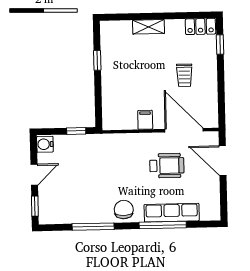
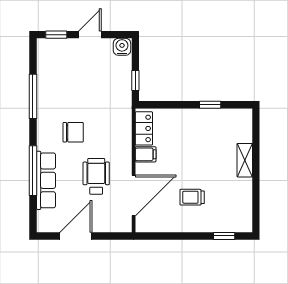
locker: (200, 26) -> (144, 128), moved, turned 180
door: (223, 161) -> (76, 236), moved
wheelchair: (167, 166) -> (96, 176), turned 180
door: (34, 175) -> (90, 35), swing flipped
chair: (124, 210) -> (73, 132), moved

